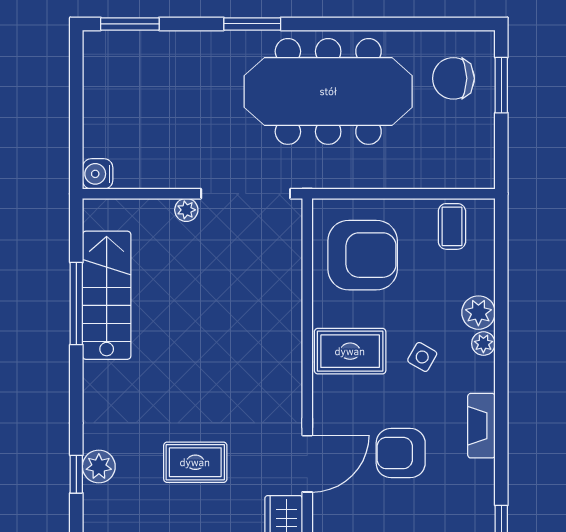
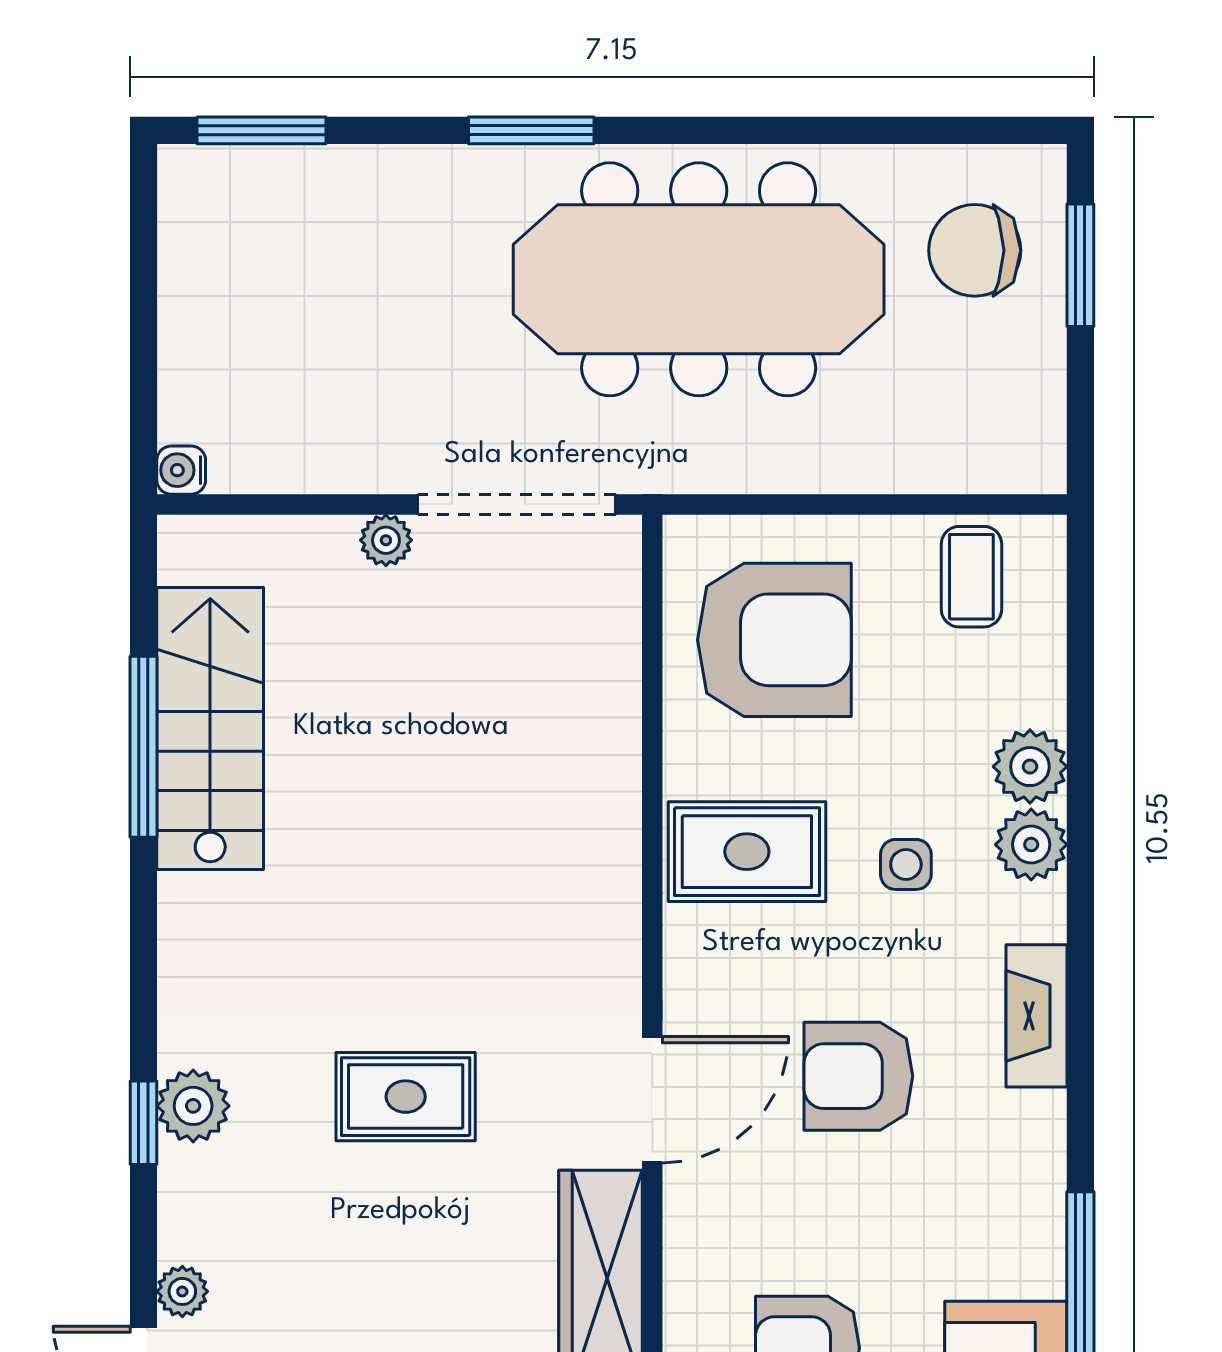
water cooler: (98, 174) -> (181, 470), width x0.72, depth x0.72
plant: (483, 344) -> (1031, 845), width x1.38, depth x1.38
side table: (422, 357) -> (906, 864), turned -30

